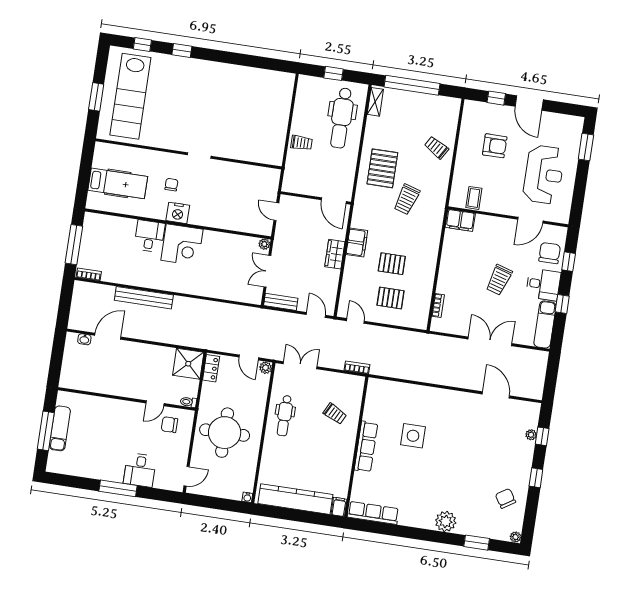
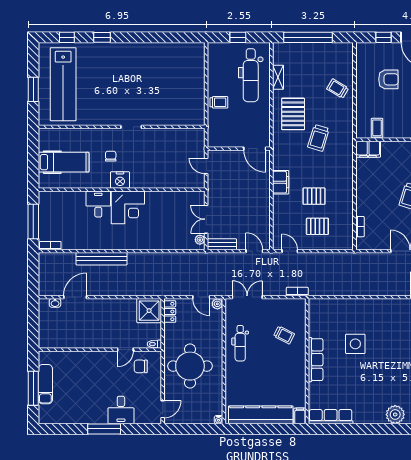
shelving: (375, 102) -> (278, 77), moved
plant: (264, 244) -> (200, 240), moved
wardrobe: (335, 254) -> (263, 195), removed

